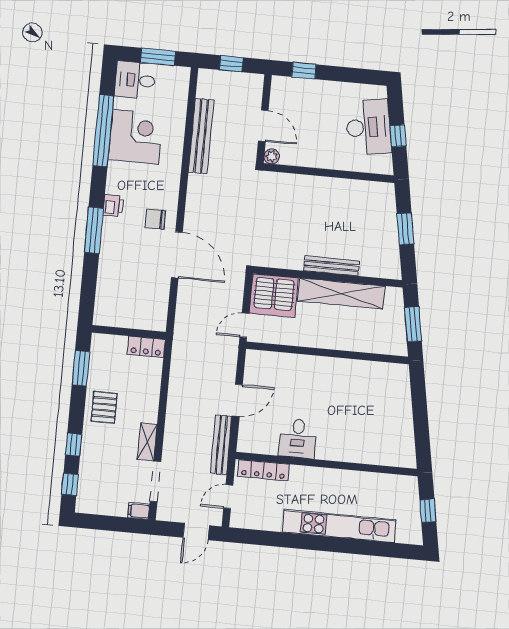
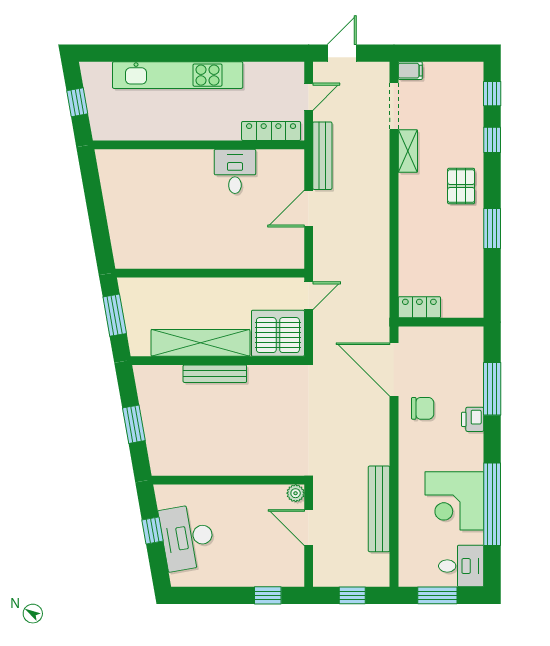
wall: (129, 332) -> (441, 322), moved
locker: (146, 347) -> (419, 307), moved

